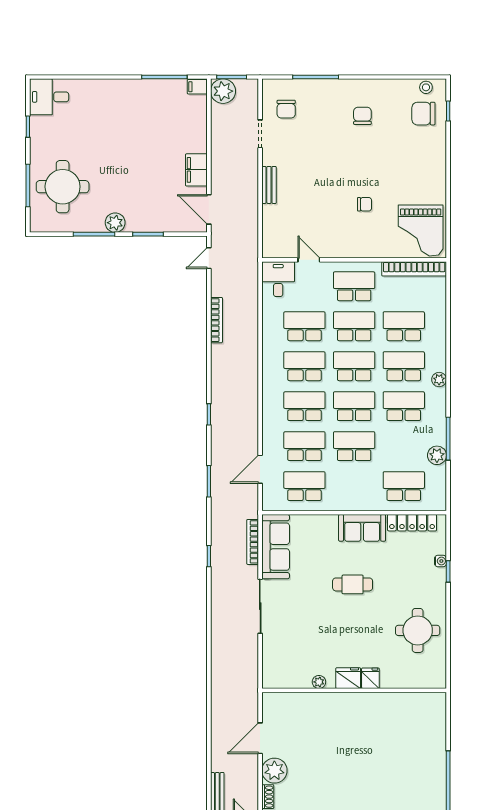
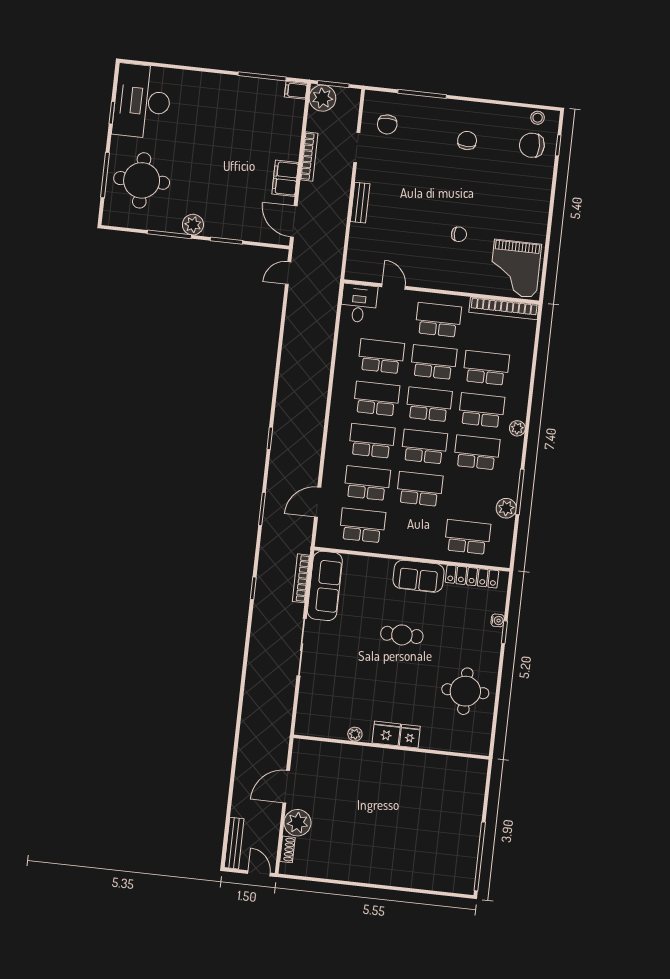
desk: (49, 97) -> (142, 101), width x1.87, depth x1.30
bookcase: (216, 320) -> (309, 156), moved

